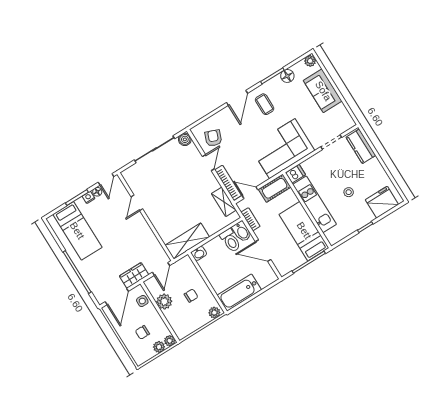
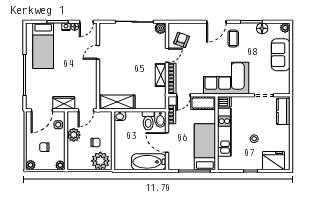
door: (250, 193) -> (183, 95), swing flipped
shelving: (224, 202) -> (161, 75), moved
bathtub: (239, 293) -> (149, 162), moved
plant: (214, 313) -> (100, 161), width x1.88, depth x1.88
plant: (159, 347) -> (31, 165), moved

